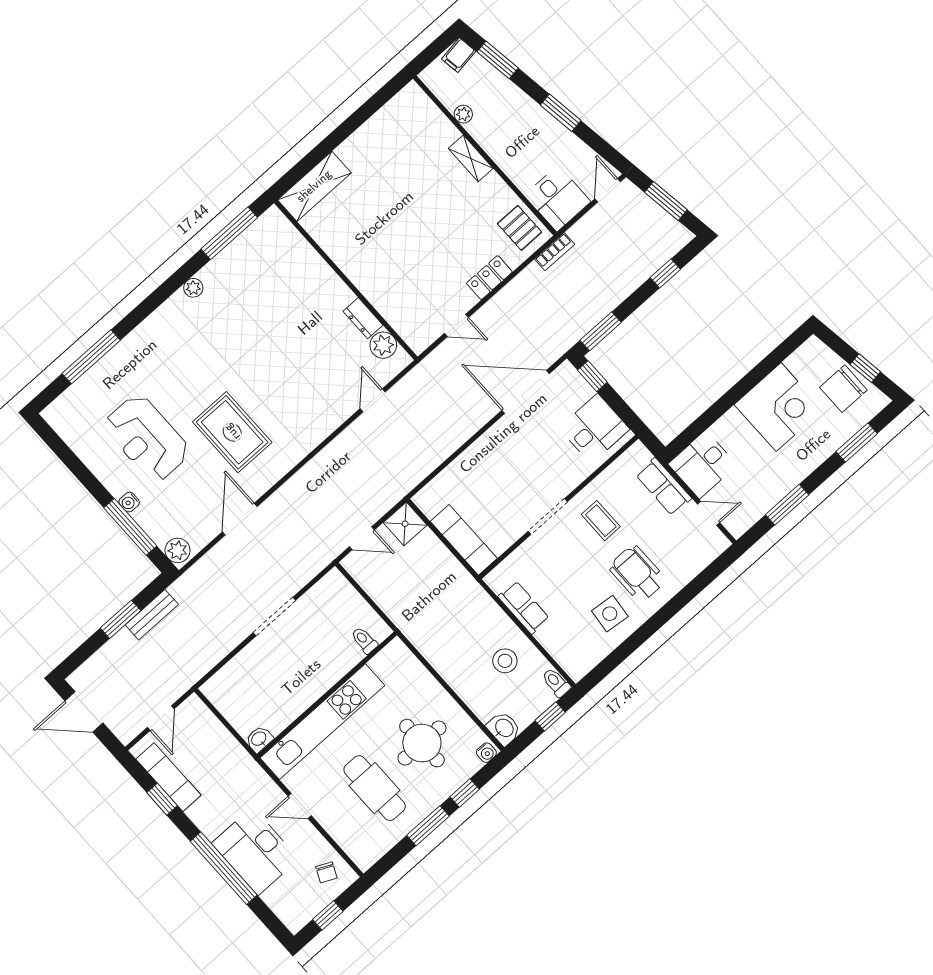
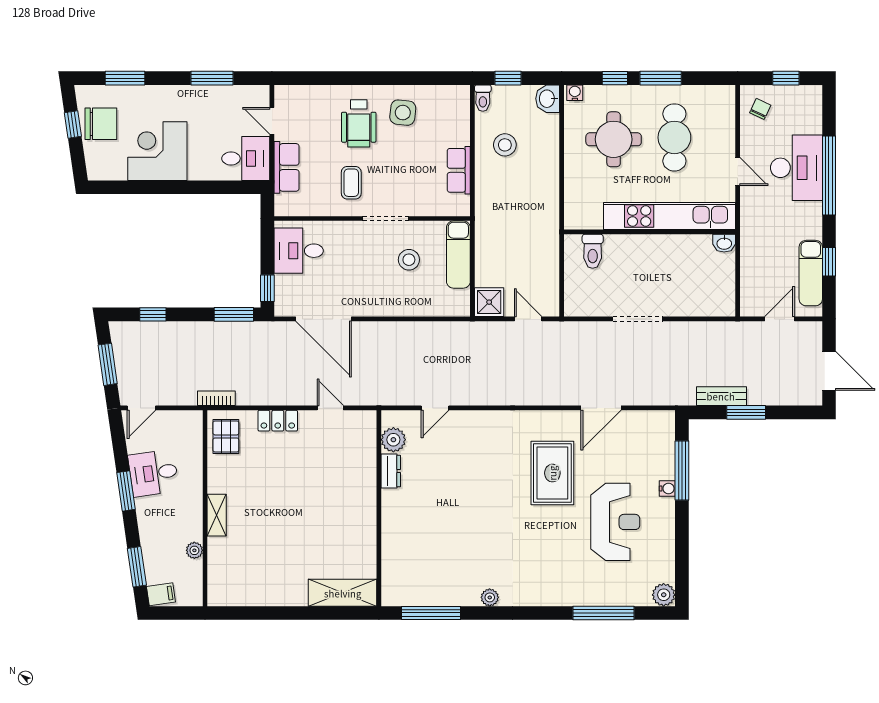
desk: (558, 199) -> (153, 473), moved, turned -98
stool: (500, 500) -> (409, 260), added
plant: (178, 550) -> (664, 595), moved
toilet: (364, 640) -> (593, 251), width x1.37, depth x1.39

